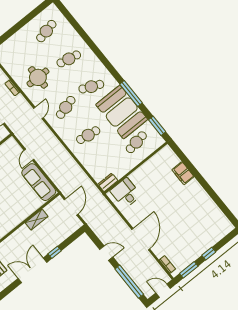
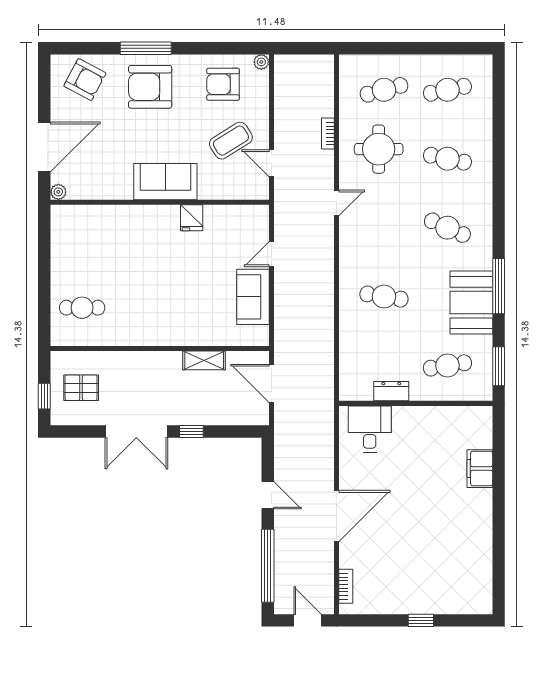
cafe table: (66, 107) -> (384, 90), moved
booth: (122, 112) -> (471, 303), width x0.73, depth x0.70
sofa: (39, 182) -> (253, 297), width x0.73
dresser: (108, 182) -> (391, 391), moved
door: (71, 207) -> (271, 383), swing flipped
double door: (32, 270) -> (136, 431), swing flipped
window: (189, 270) -> (371, 620), removed

